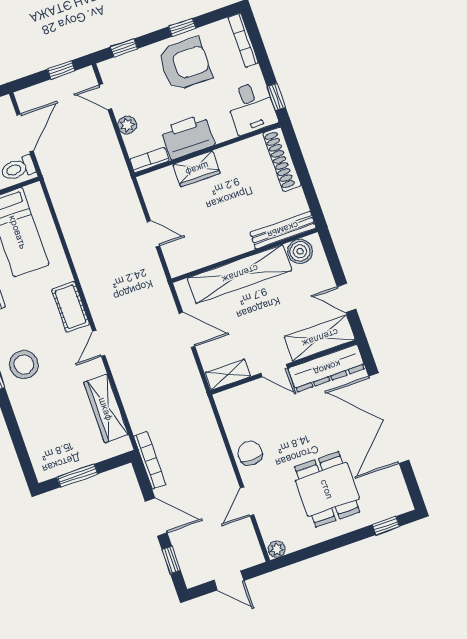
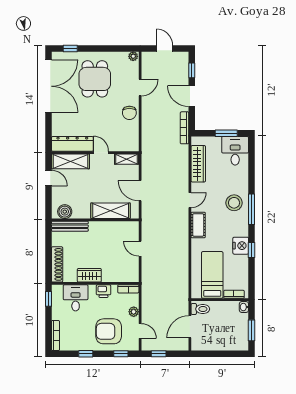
armchair: (185, 64) -> (109, 331), moved
desk: (251, 108) -> (76, 298), moved
printer: (188, 137) -> (103, 291), width x0.53, depth x0.68
wardrobe: (197, 169) -> (89, 275), moved
shelving: (240, 274) -> (111, 211), width x0.68
double door: (389, 418) -> (48, 86), moved
desk: (52, 452) -> (235, 151), added

